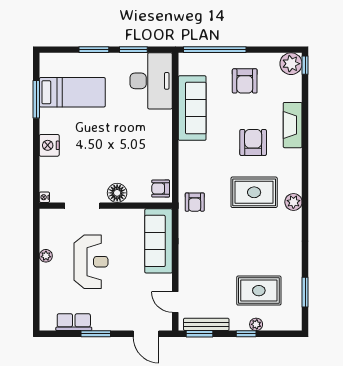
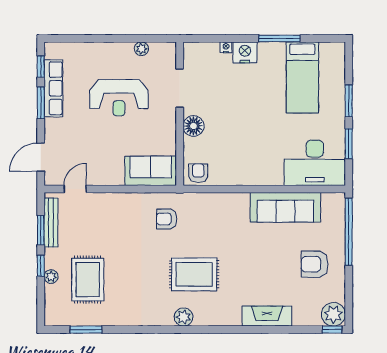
window: (36, 99) -> (279, 38), moved
armchair: (253, 142) -> (248, 273), removed
rug: (254, 192) -> (194, 274), turned 90
nightstand: (44, 197) -> (226, 47), moved
armchair: (195, 202) -> (167, 219), moved
sofa: (159, 241) -> (151, 171), width x0.73
plant: (46, 256) -> (141, 49), moved
row of seats: (74, 322) -> (53, 88), width x1.48
window: (62, 334) -> (41, 67), added
window: (200, 334) -> (41, 230), moved

